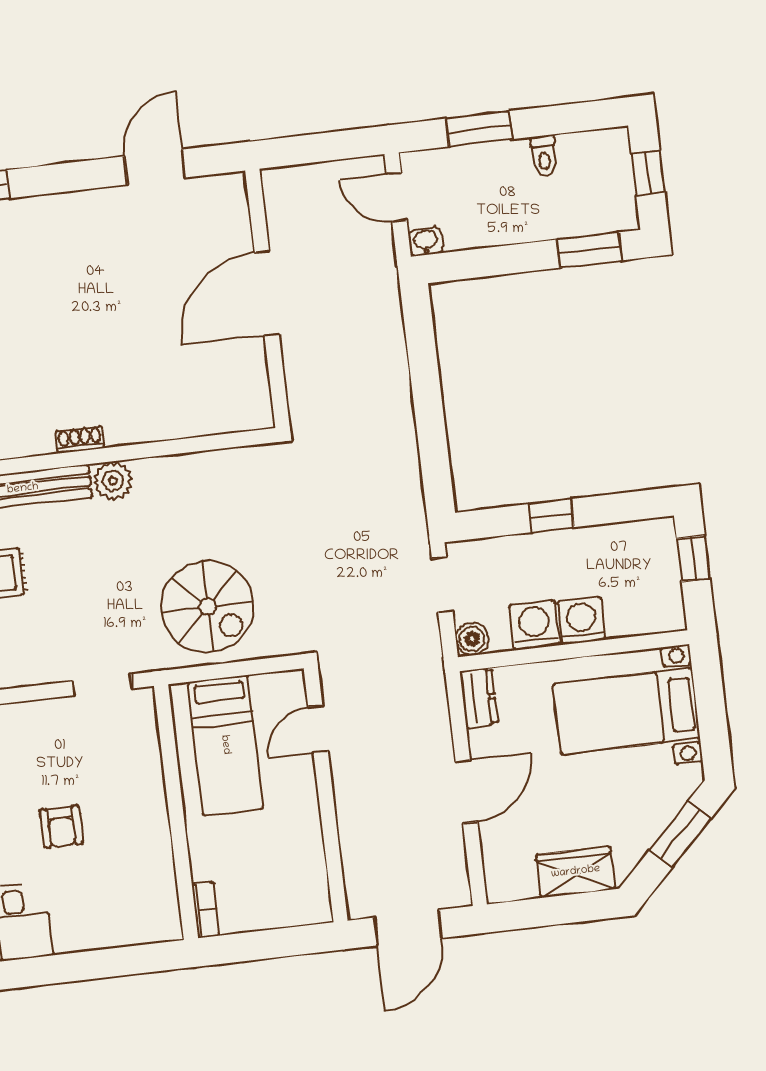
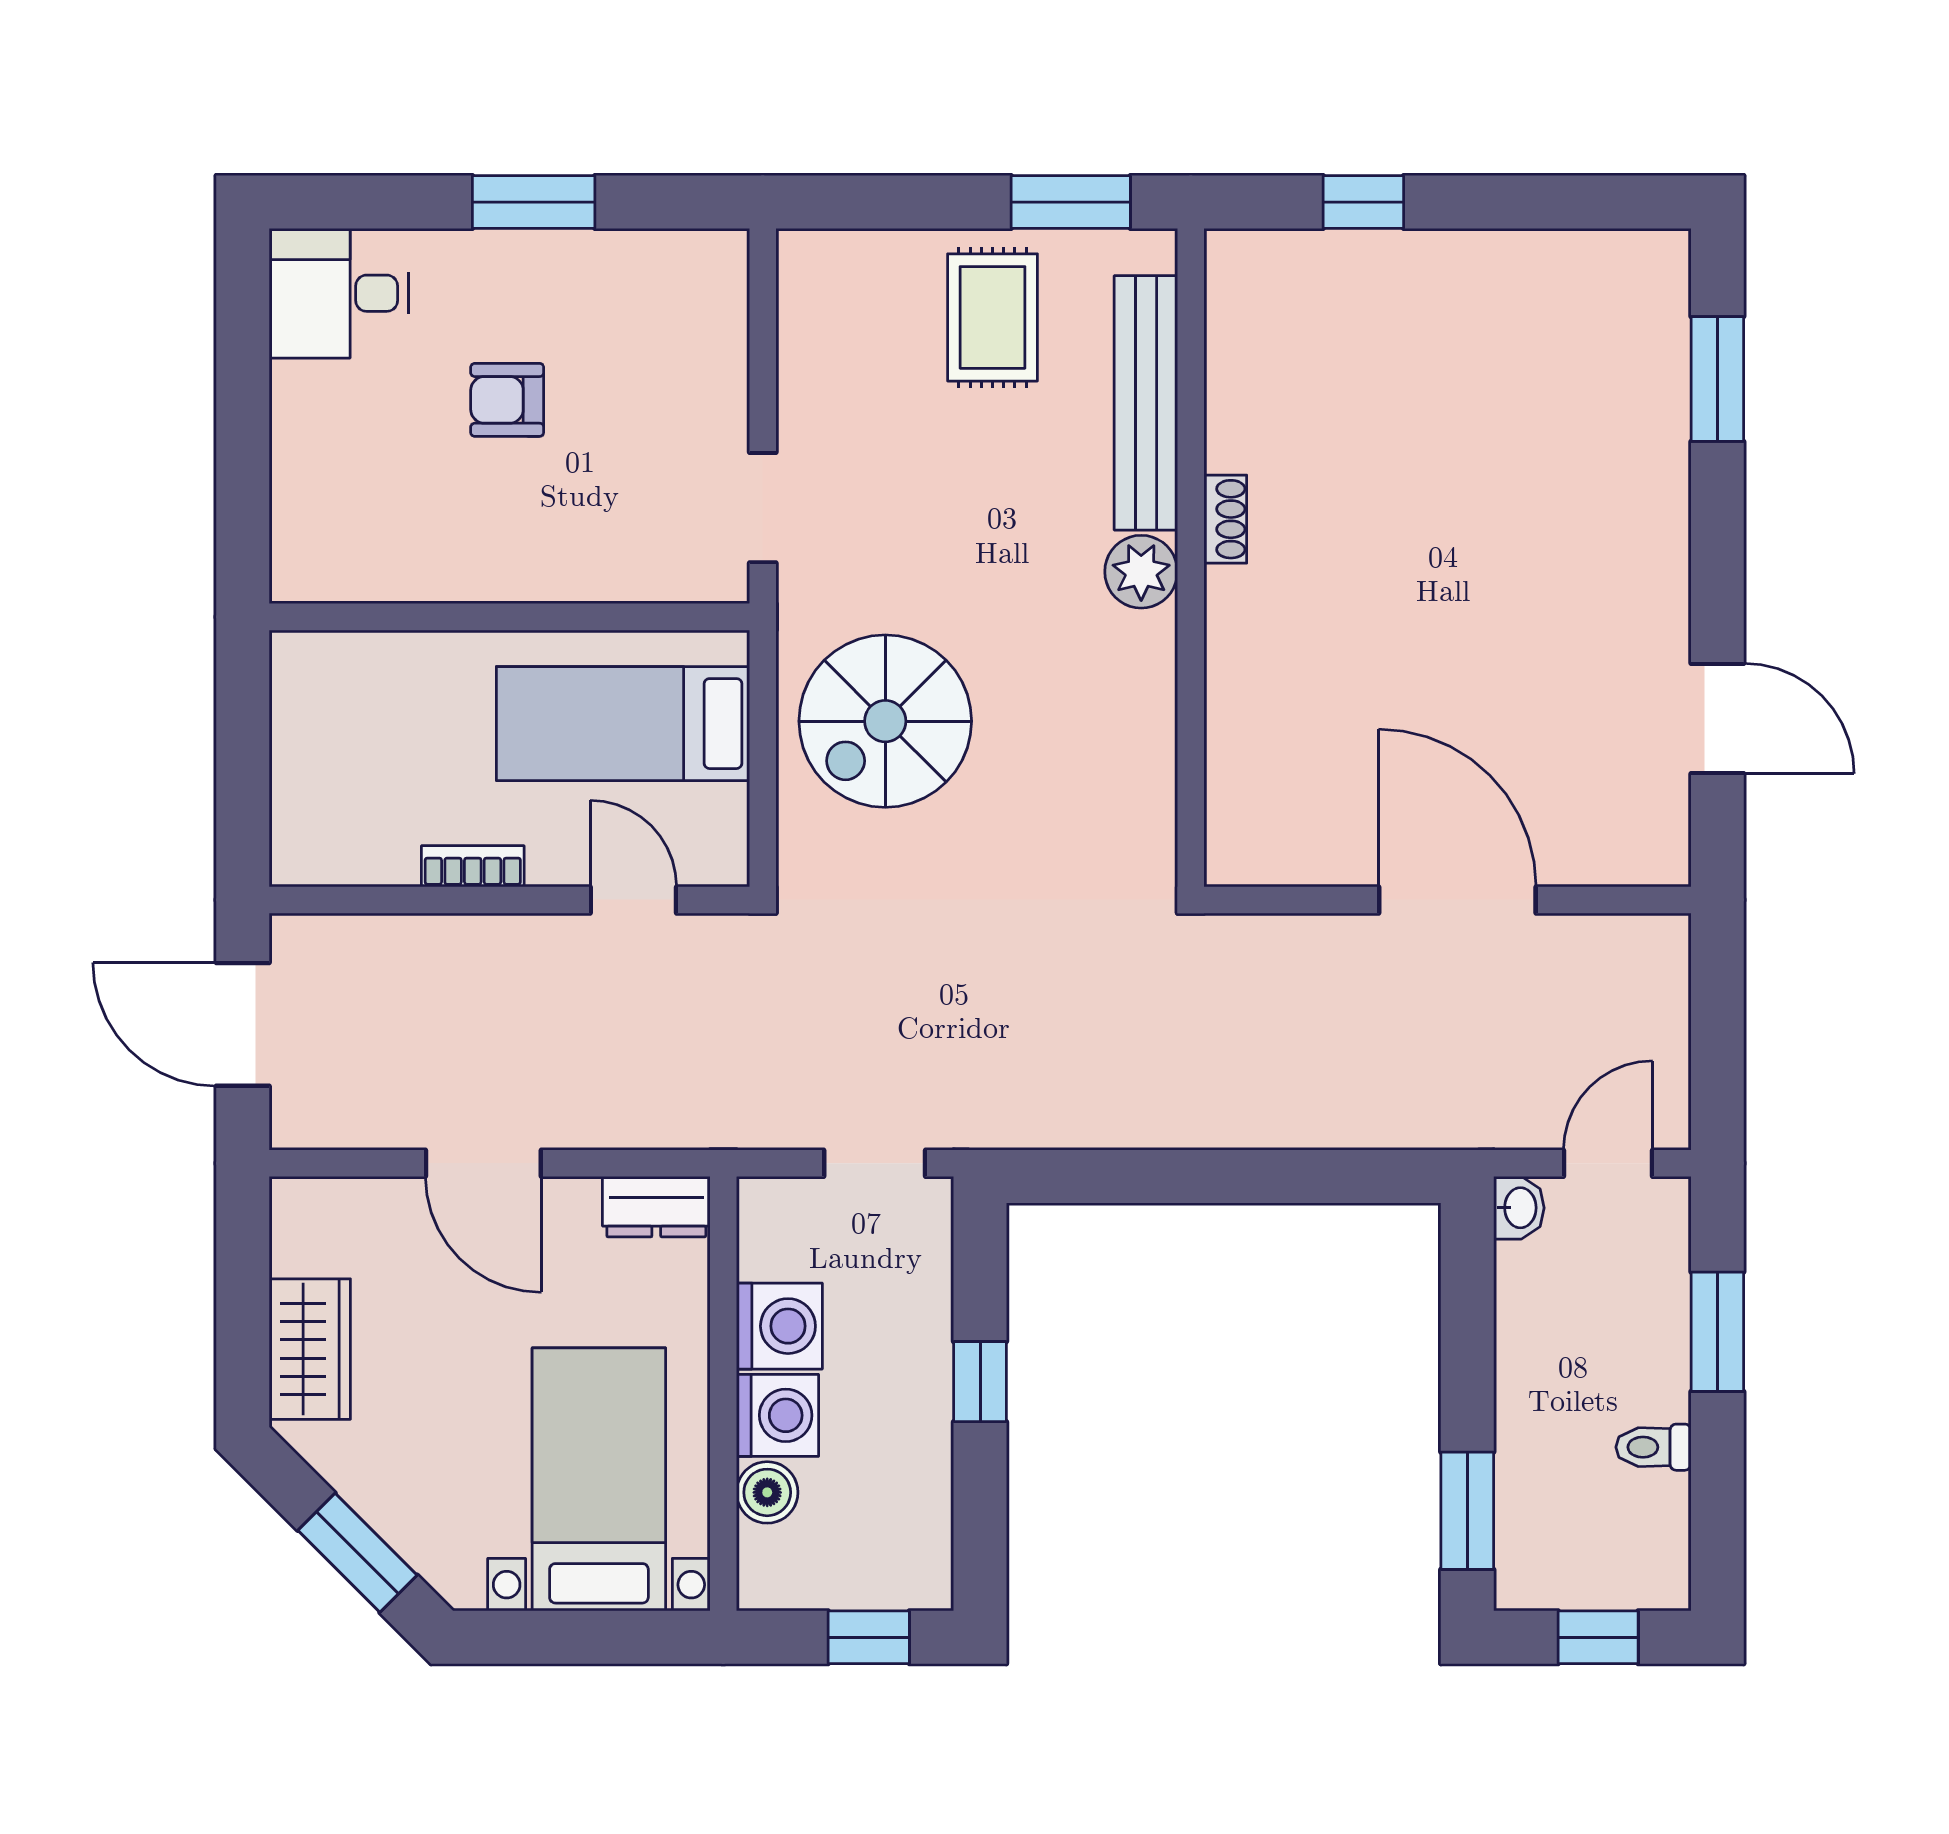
boiler: (472, 639) -> (767, 1492), moved
bookcase: (206, 910) -> (473, 866), moved, turned 180

